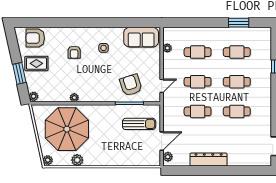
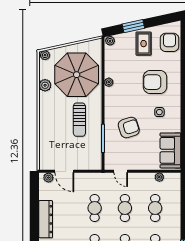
armchair: (74, 52) -> (155, 82), width x1.88, depth x1.88
armchair: (131, 85) -> (129, 128), moved
sun lounger: (139, 124) -> (79, 120), moved

